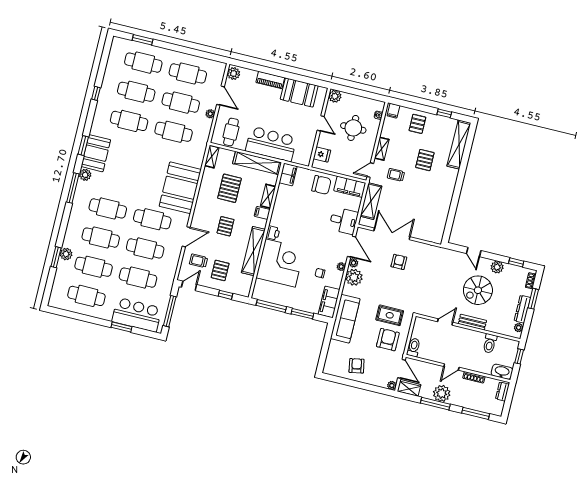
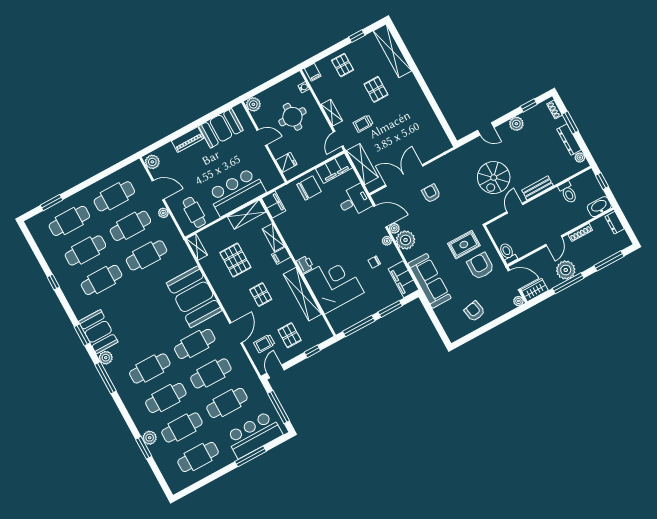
shelving: (257, 163) -> (247, 214), width x0.68
spiral stairs: (478, 290) -> (494, 178), moved
window: (121, 327) -> (251, 456), width x1.44

